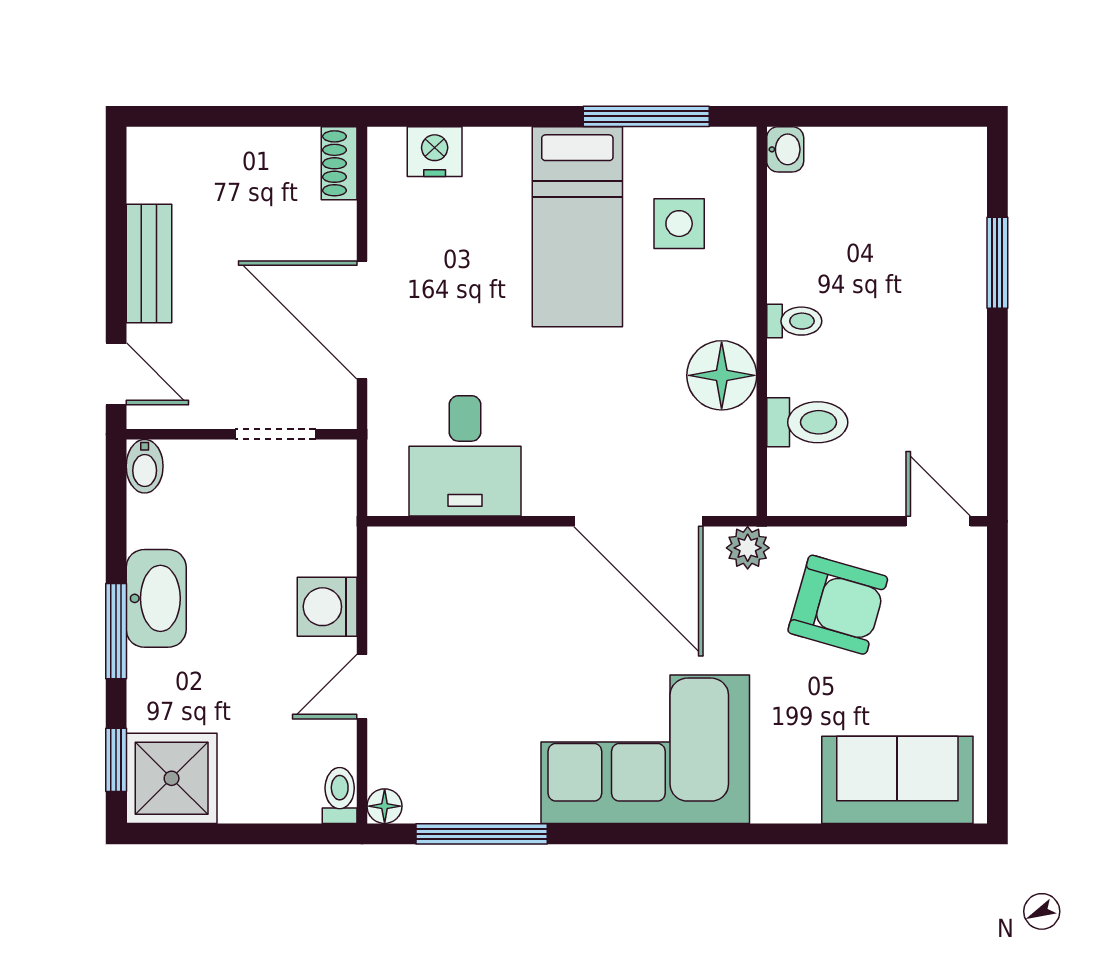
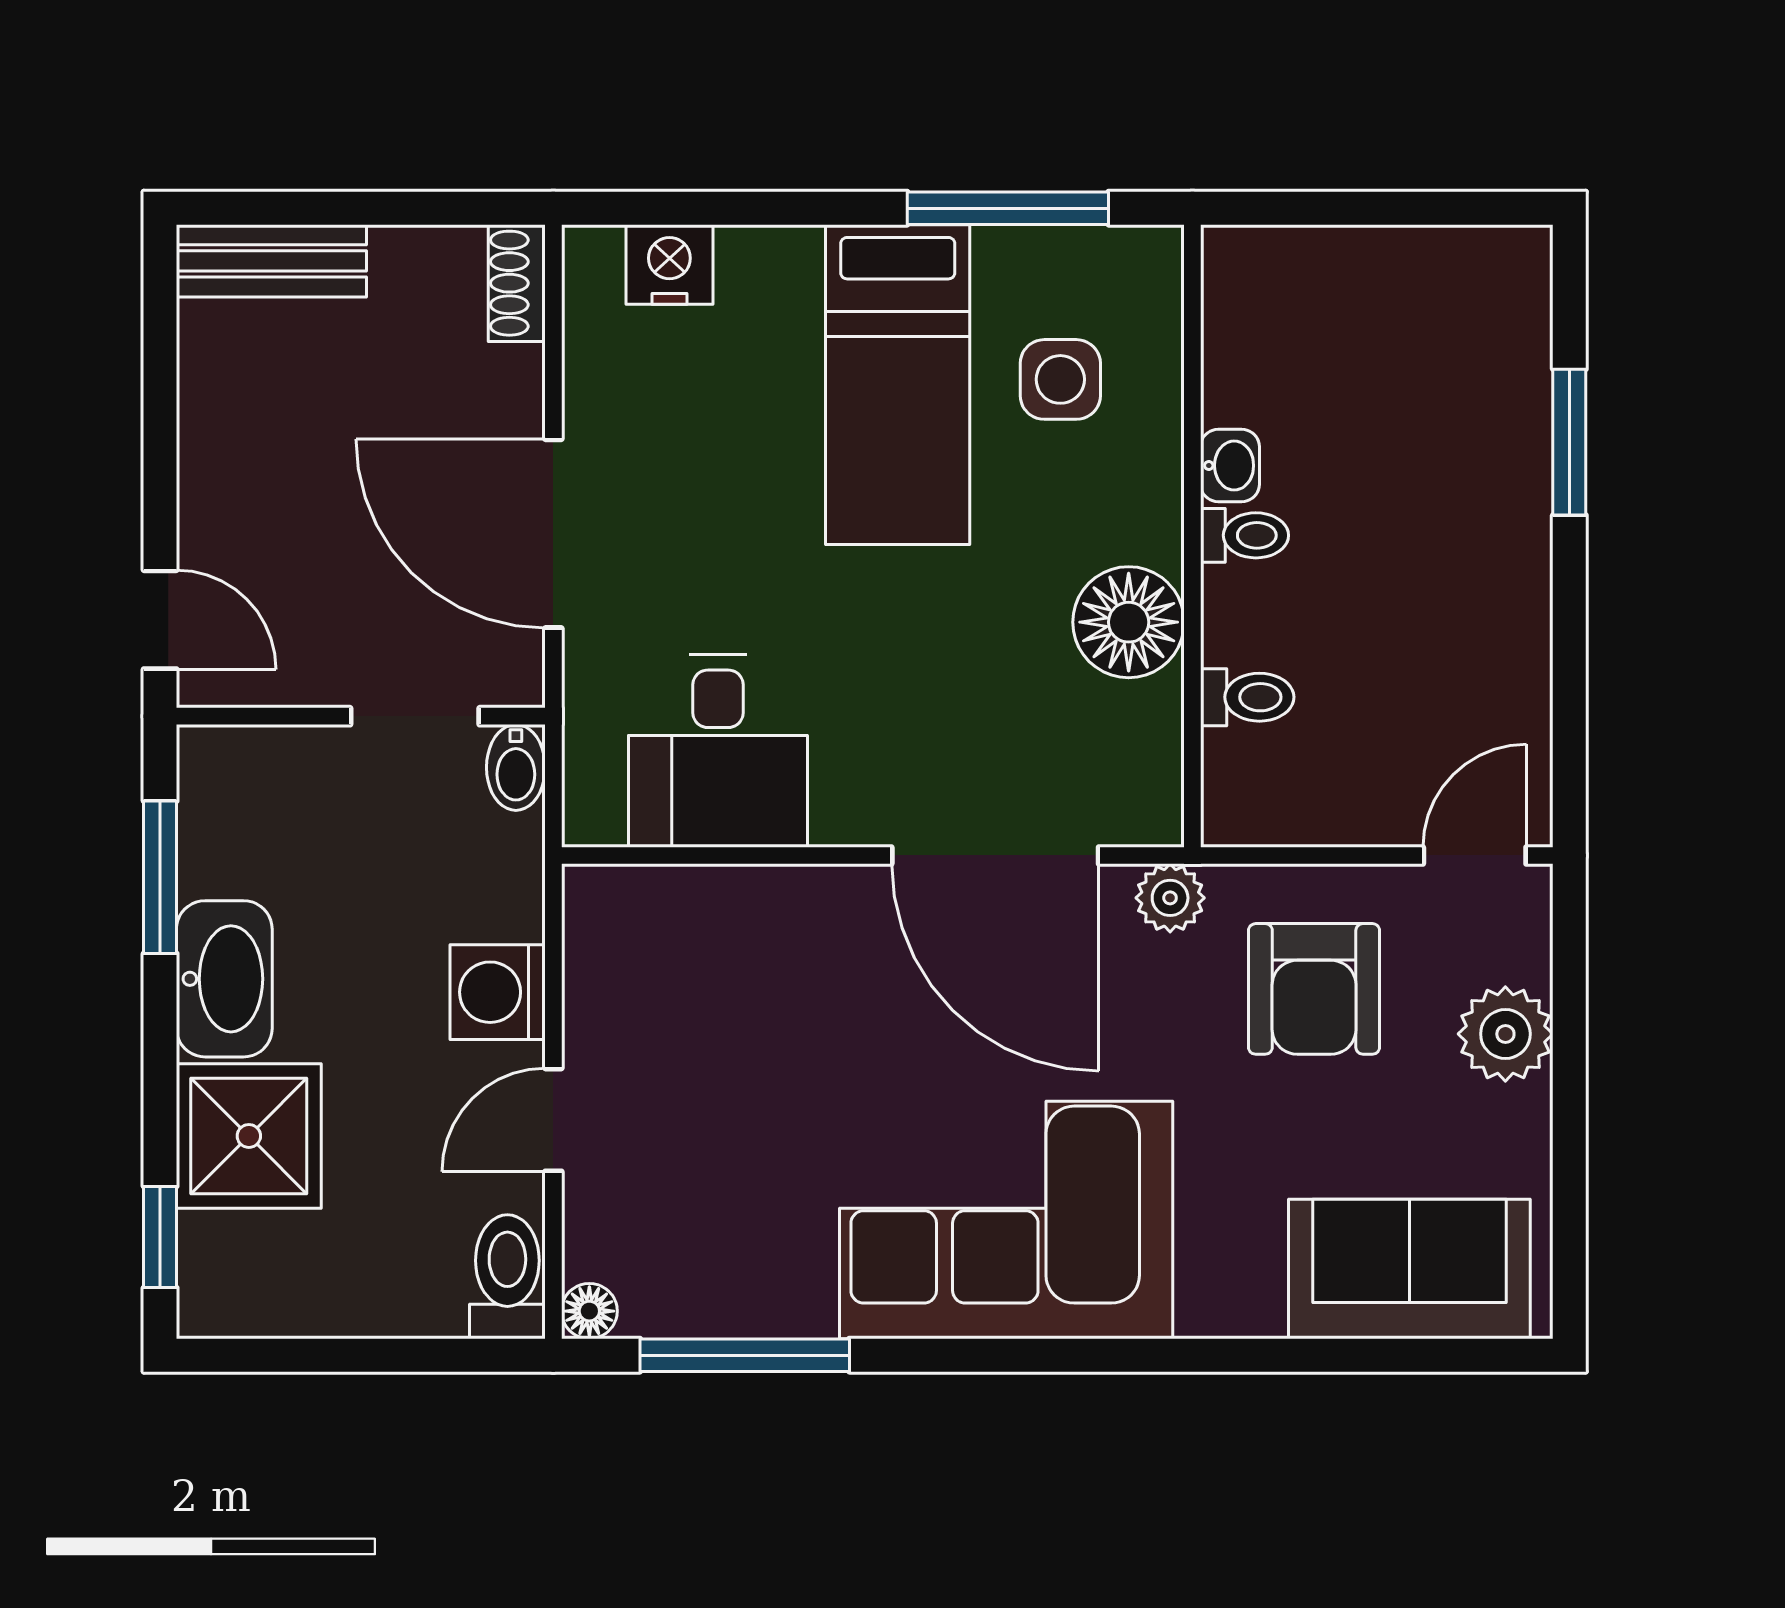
washbasin: (785, 149) -> (1230, 466), moved
bench: (149, 263) -> (271, 261), moved, turned 90
toilet: (807, 422) -> (1247, 697), width x0.73, depth x0.72
bidet: (145, 466) -> (516, 767), moved
door: (938, 521) -> (1475, 855), hinge flipped
armchair: (838, 605) -> (1314, 989), turned 74
window: (116, 631) -> (160, 877), moved
plant: (957, 633) -> (1505, 1034), added
shower: (172, 778) -> (249, 1136), moved
toilet: (340, 795) -> (507, 1277), width x1.37, depth x1.39

